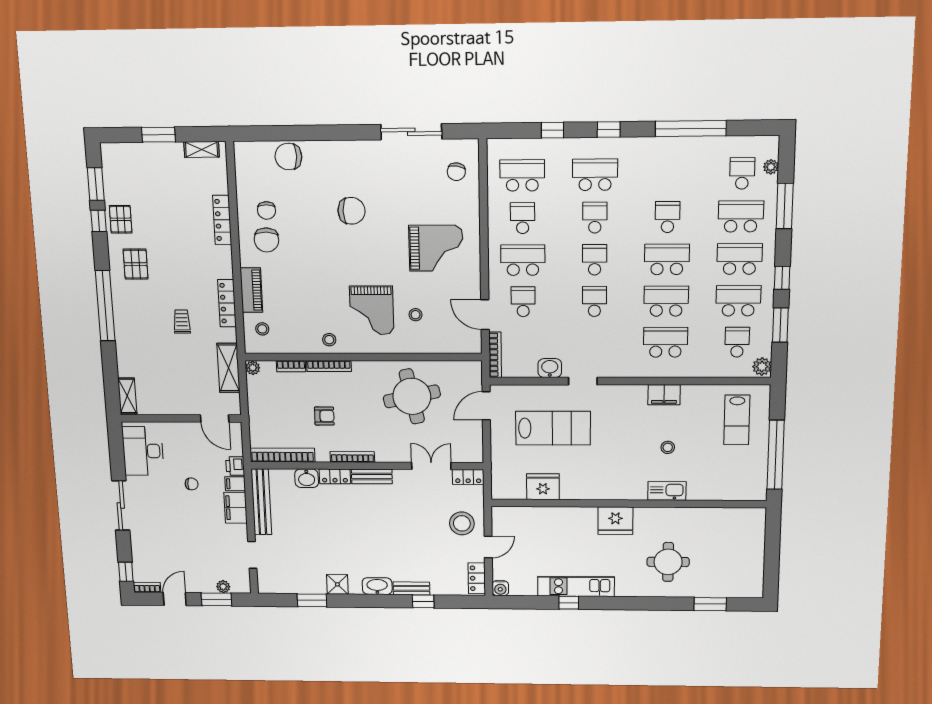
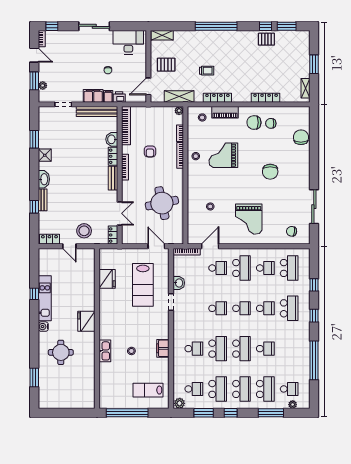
pallet: (136, 264) -> (166, 65), moved
grand piano: (372, 310) -> (223, 155), moved
school desk: (665, 342) -> (194, 349), width x0.54
water cooler: (500, 588) -> (43, 327), moved

